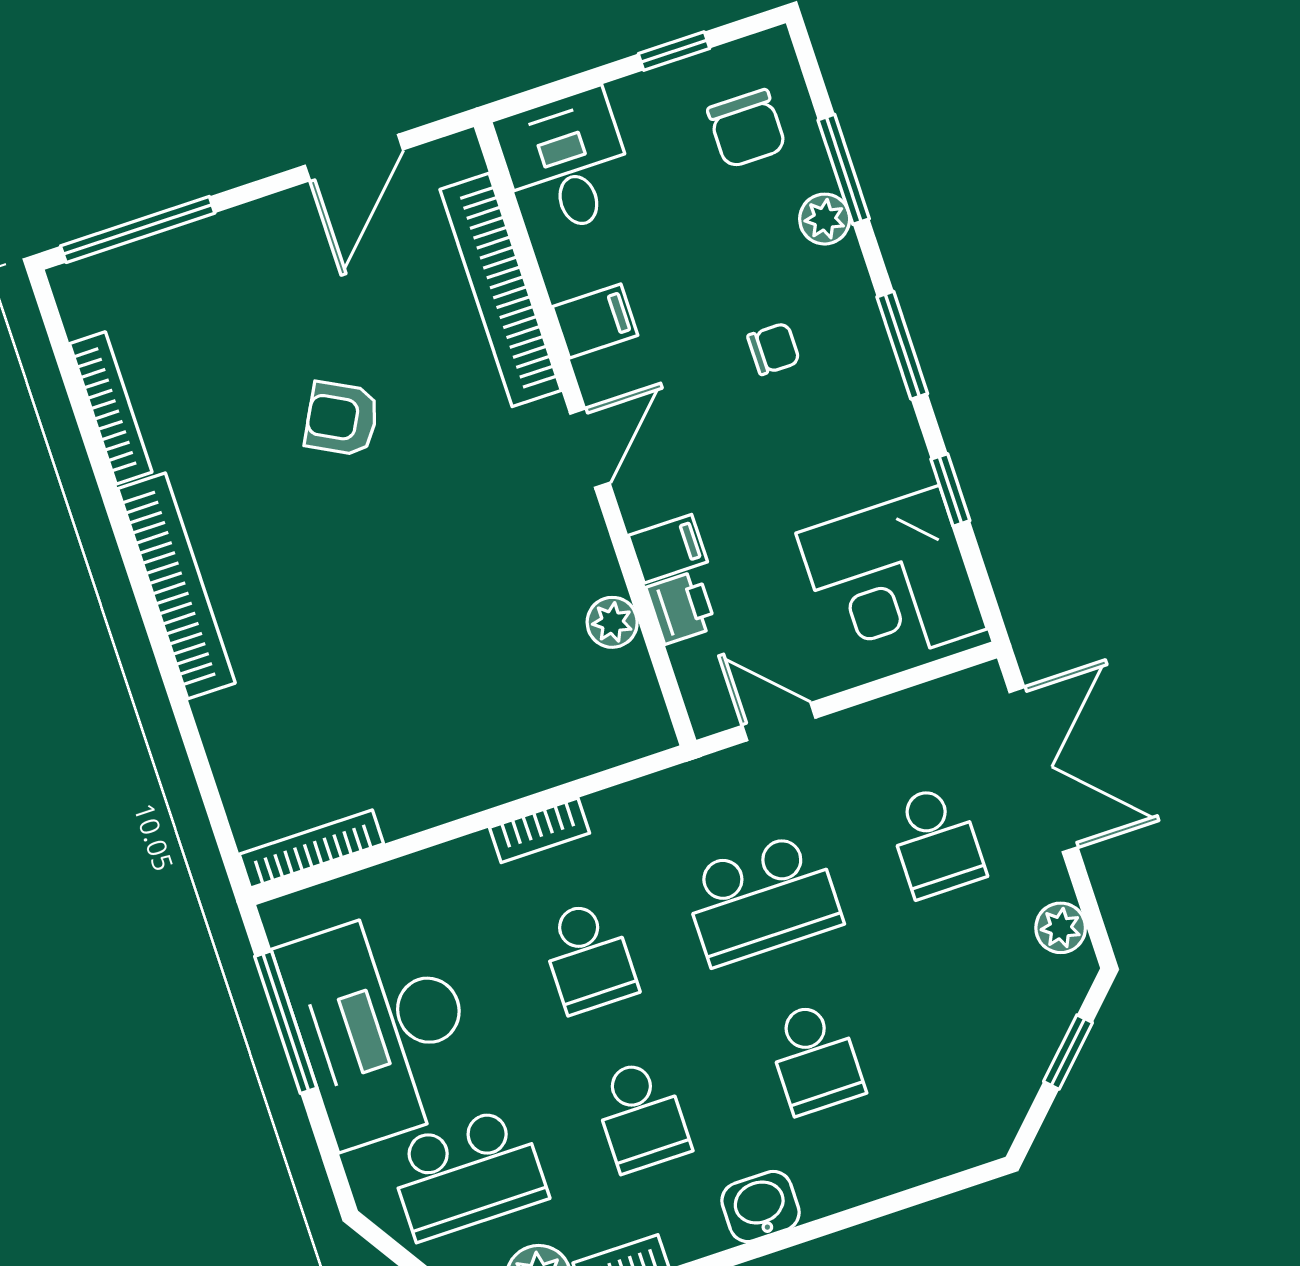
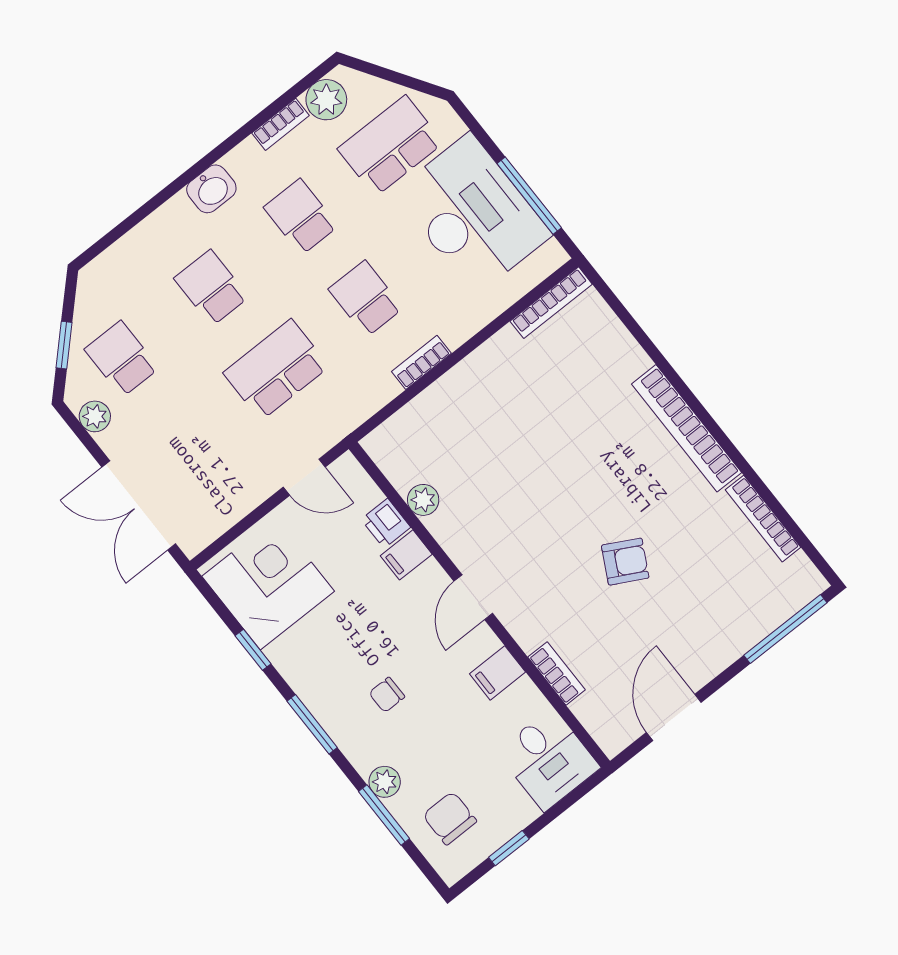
bookcase: (501, 290) -> (557, 673), width x0.43, depth x0.76
school desk: (936, 841) -> (122, 359), moved

